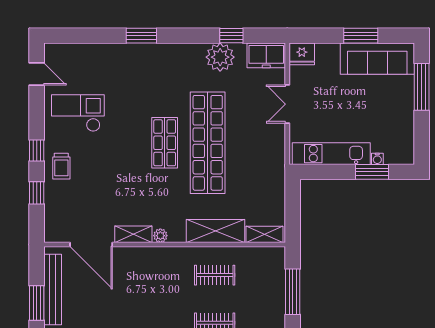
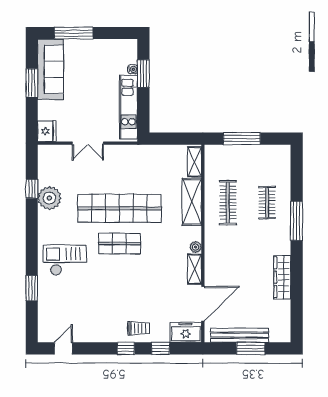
window: (141, 36) -> (32, 288), moved
freezer: (266, 55) -> (186, 332), moved, turned -90
checkout: (78, 113) -> (65, 260), moved, turned 90
clothes rail: (215, 275) -> (228, 203), width x1.36

